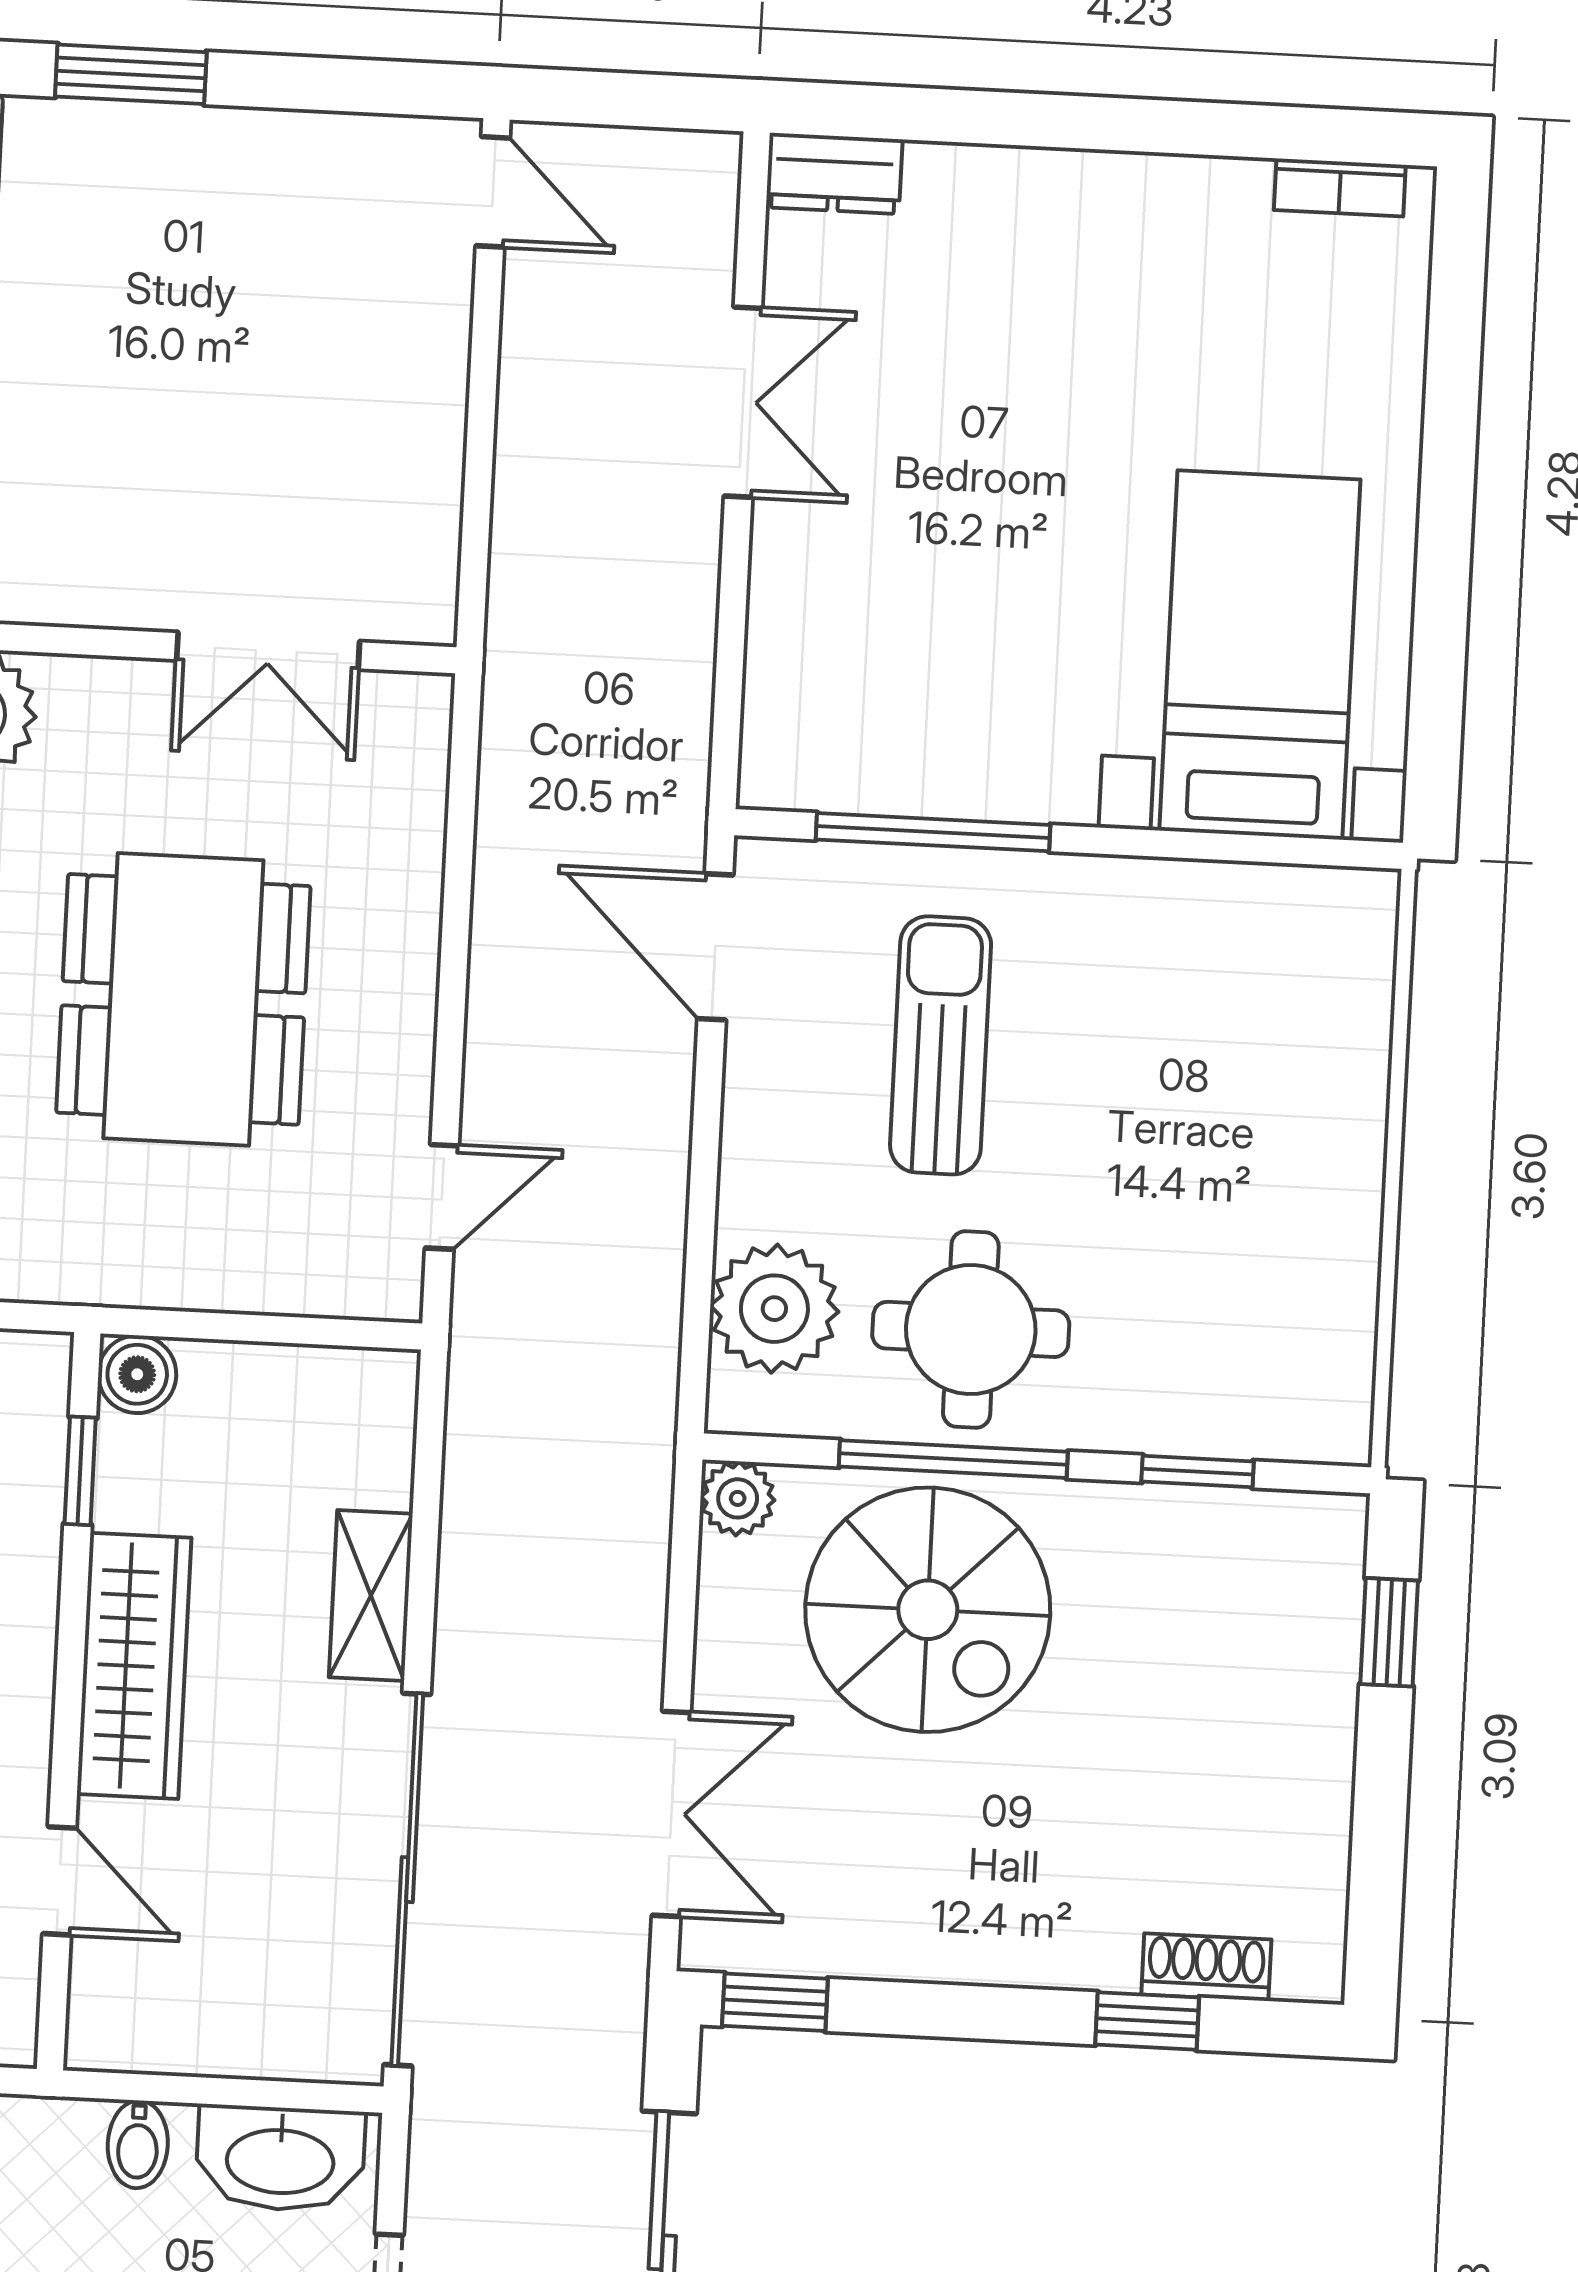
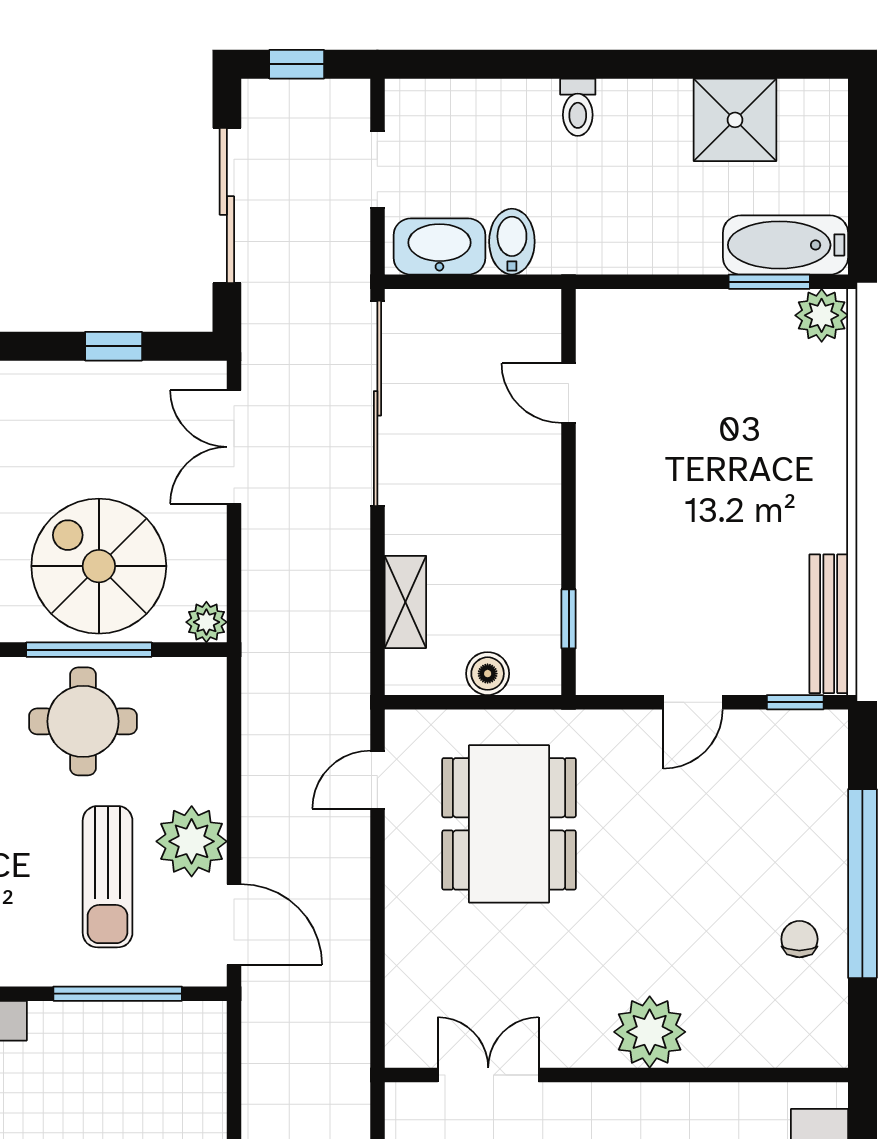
dining table: (183, 999) -> (509, 824), moved
plant: (774, 1309) -> (192, 841), moved
boiler: (137, 1374) -> (488, 674), moved
shelving: (371, 1596) -> (405, 602), moved
wardrobe: (134, 1666) -> (534, 513), removed
window: (775, 2002) -> (114, 346), moved
bidet: (138, 2144) -> (512, 242), width x1.38, depth x1.36

